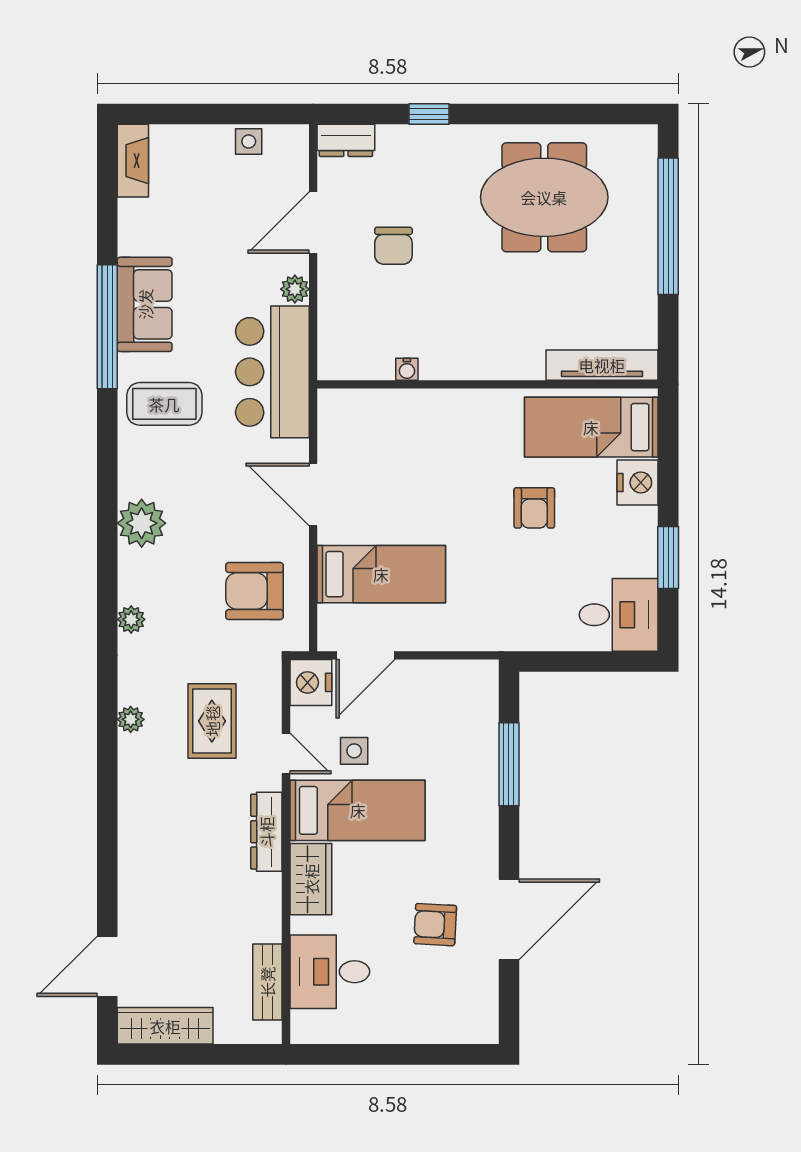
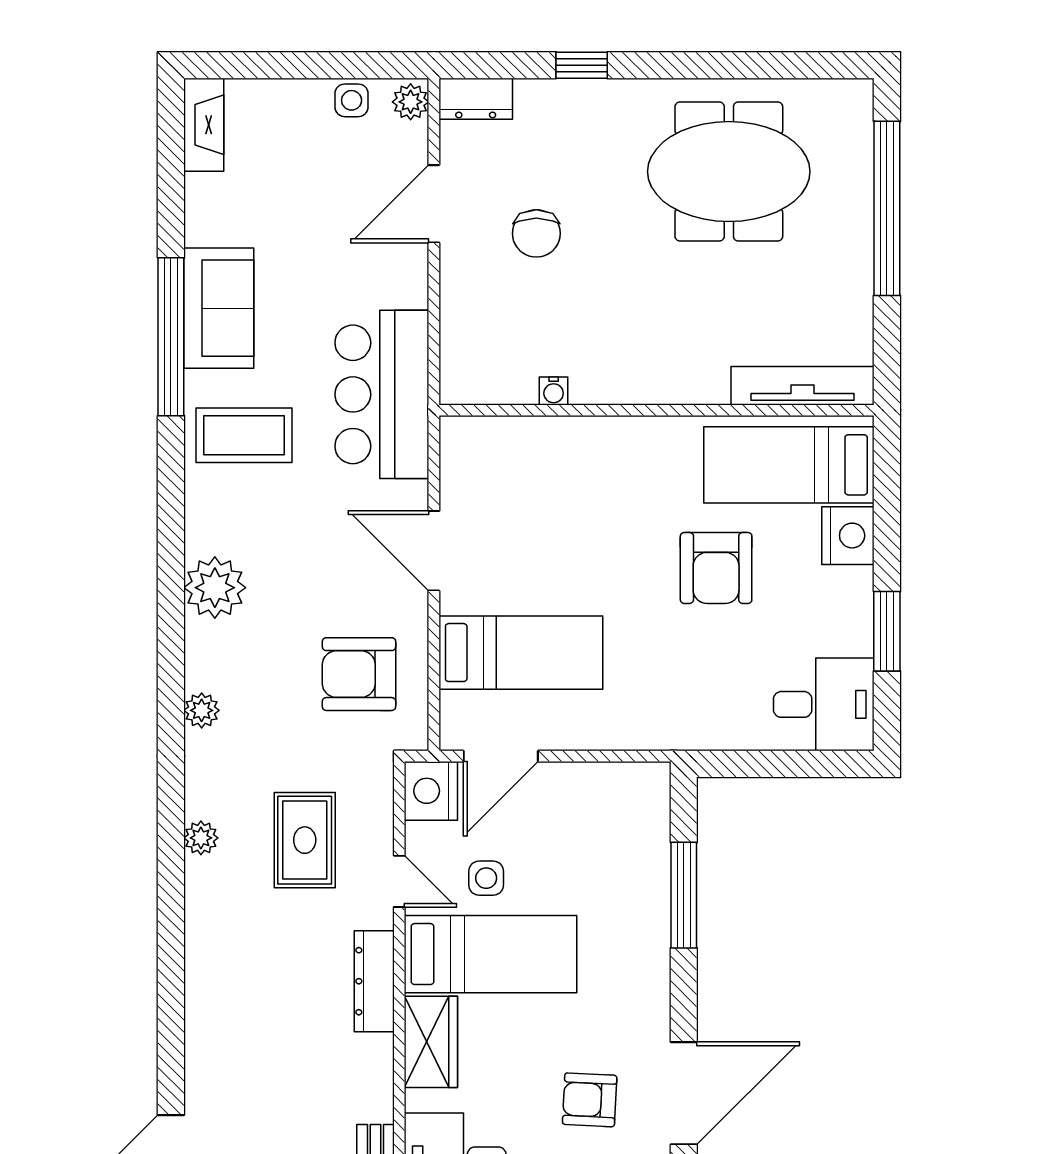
plant: (295, 289) -> (411, 102), moved
armchair: (534, 508) -> (716, 568), width x1.38, depth x1.38

